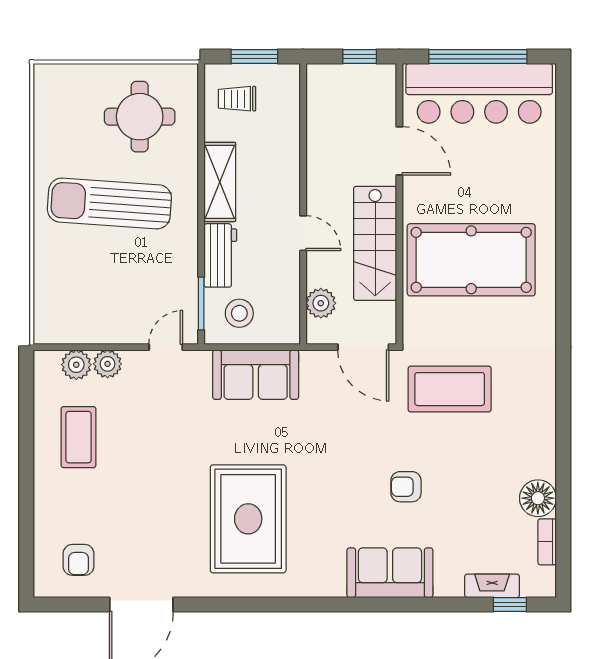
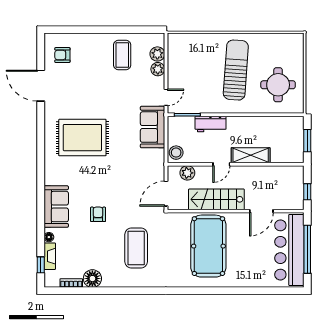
trolley: (237, 99) -> (287, 132), removed
shelving: (220, 182) -> (251, 155), moved
stool: (239, 313) -> (176, 153), moved
door: (166, 347) -> (166, 97), hinge flipped
sofa: (256, 375) -> (153, 127), moved
coffee table: (450, 389) -> (136, 248), moved
coffee table: (78, 437) -> (122, 55), turned 90
floor lamp: (453, 588) -> (49, 237), added

